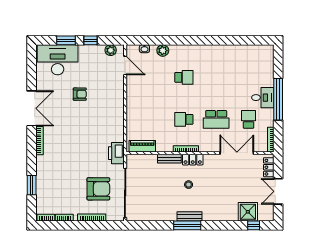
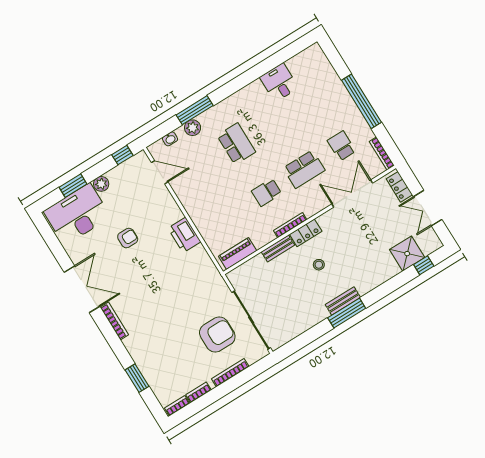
window: (91, 40) -> (122, 155), moved
window: (171, 40) -> (195, 110), added
plant: (111, 50) -> (101, 184), moved
school desk: (184, 77) -> (236, 144), width x1.85
desk: (263, 98) -> (279, 83), moved, turned -90
printer: (116, 153) -> (184, 235), moved

